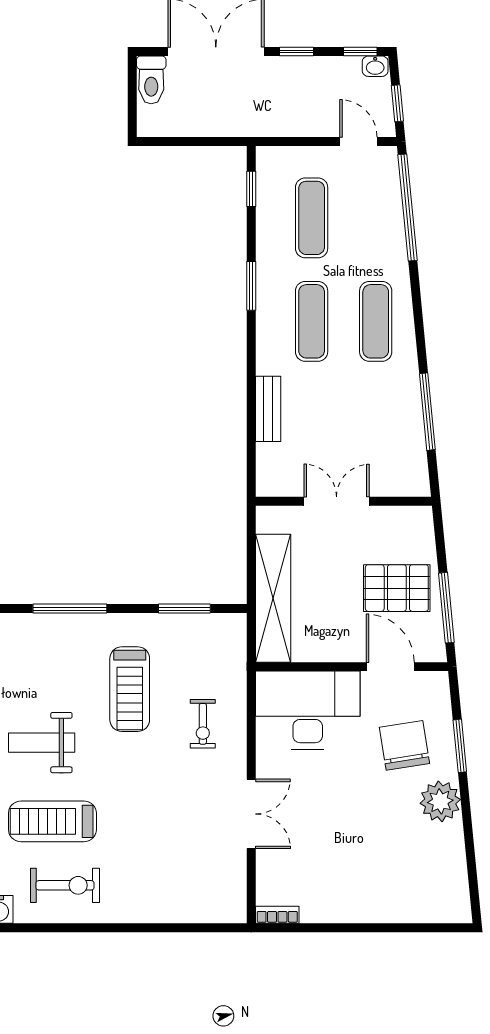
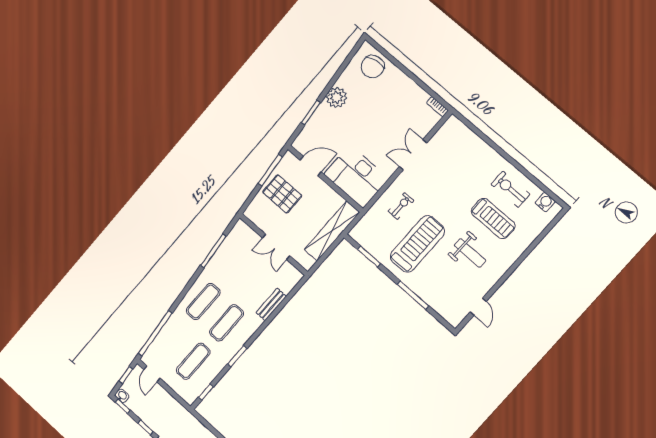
door: (390, 667) -> (311, 166), swing flipped
treadmill: (130, 689) -> (417, 244), width x1.37, depth x1.38
chair: (404, 745) -> (373, 67), moved

